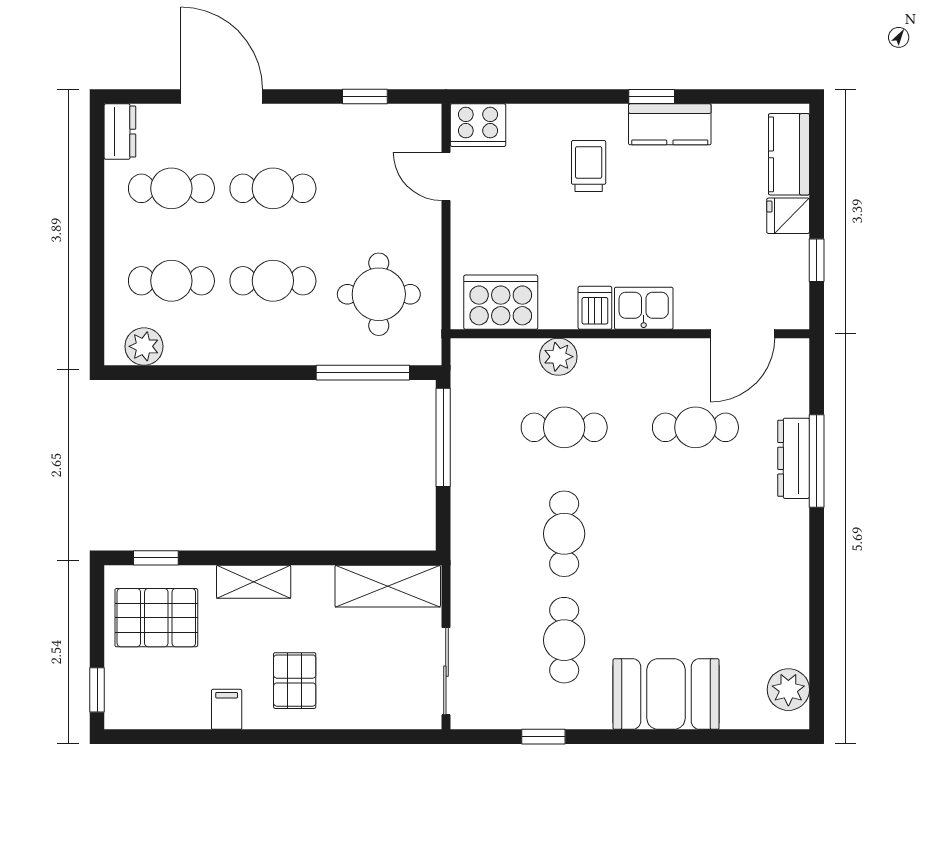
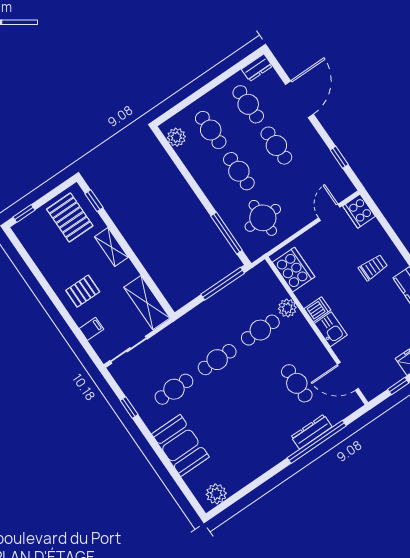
cafe table: (564, 427) -> (260, 330), turned 90
window: (817, 461) -> (317, 442), width x1.46
filing cabinet: (227, 709) -> (91, 329), moved

